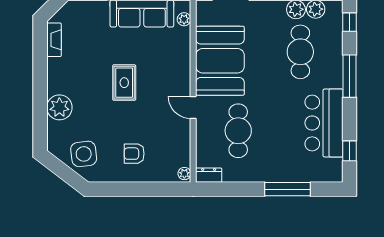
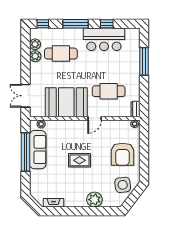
window: (350, 151) -> (107, 24), moved
armchair: (134, 154) -> (122, 154), width x1.88, depth x1.88

